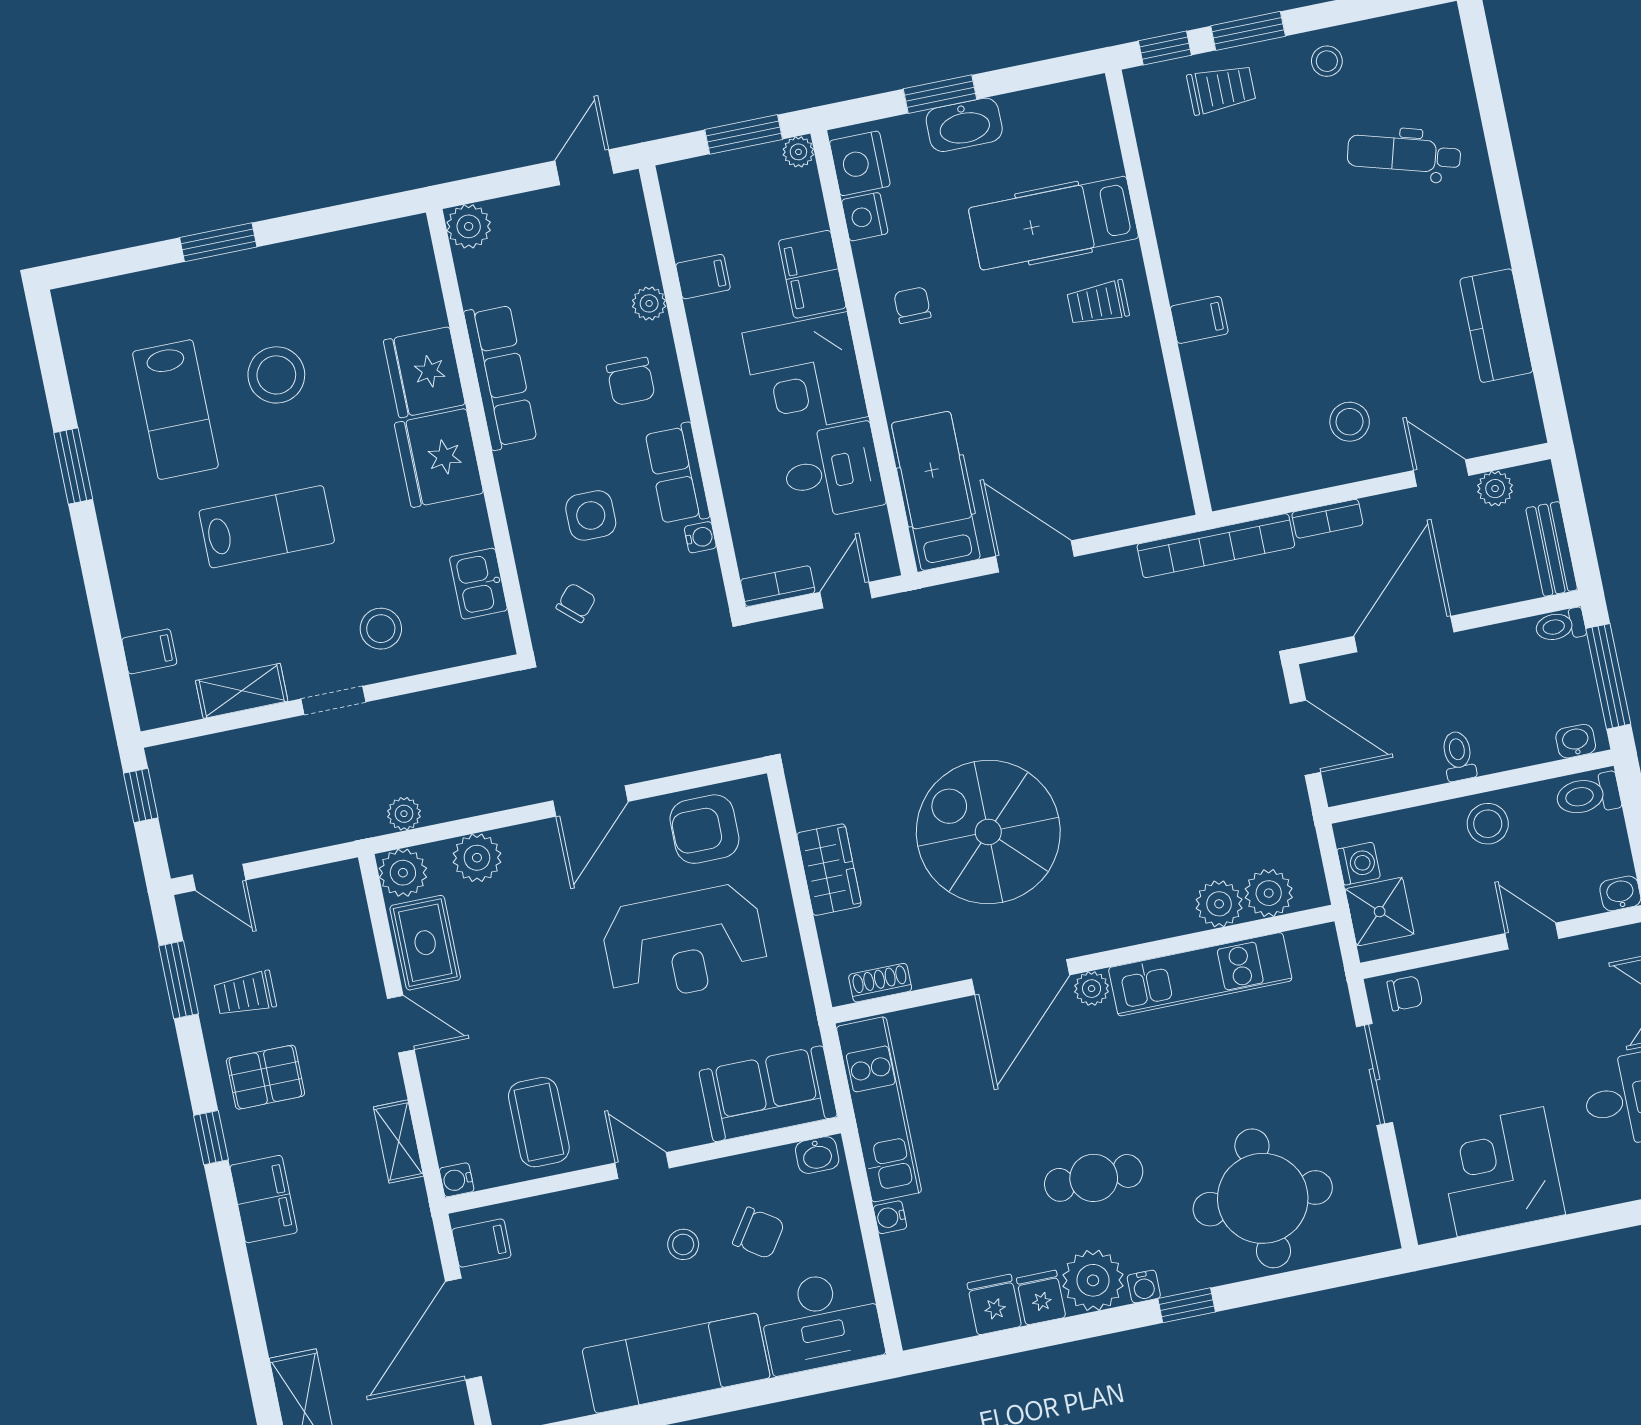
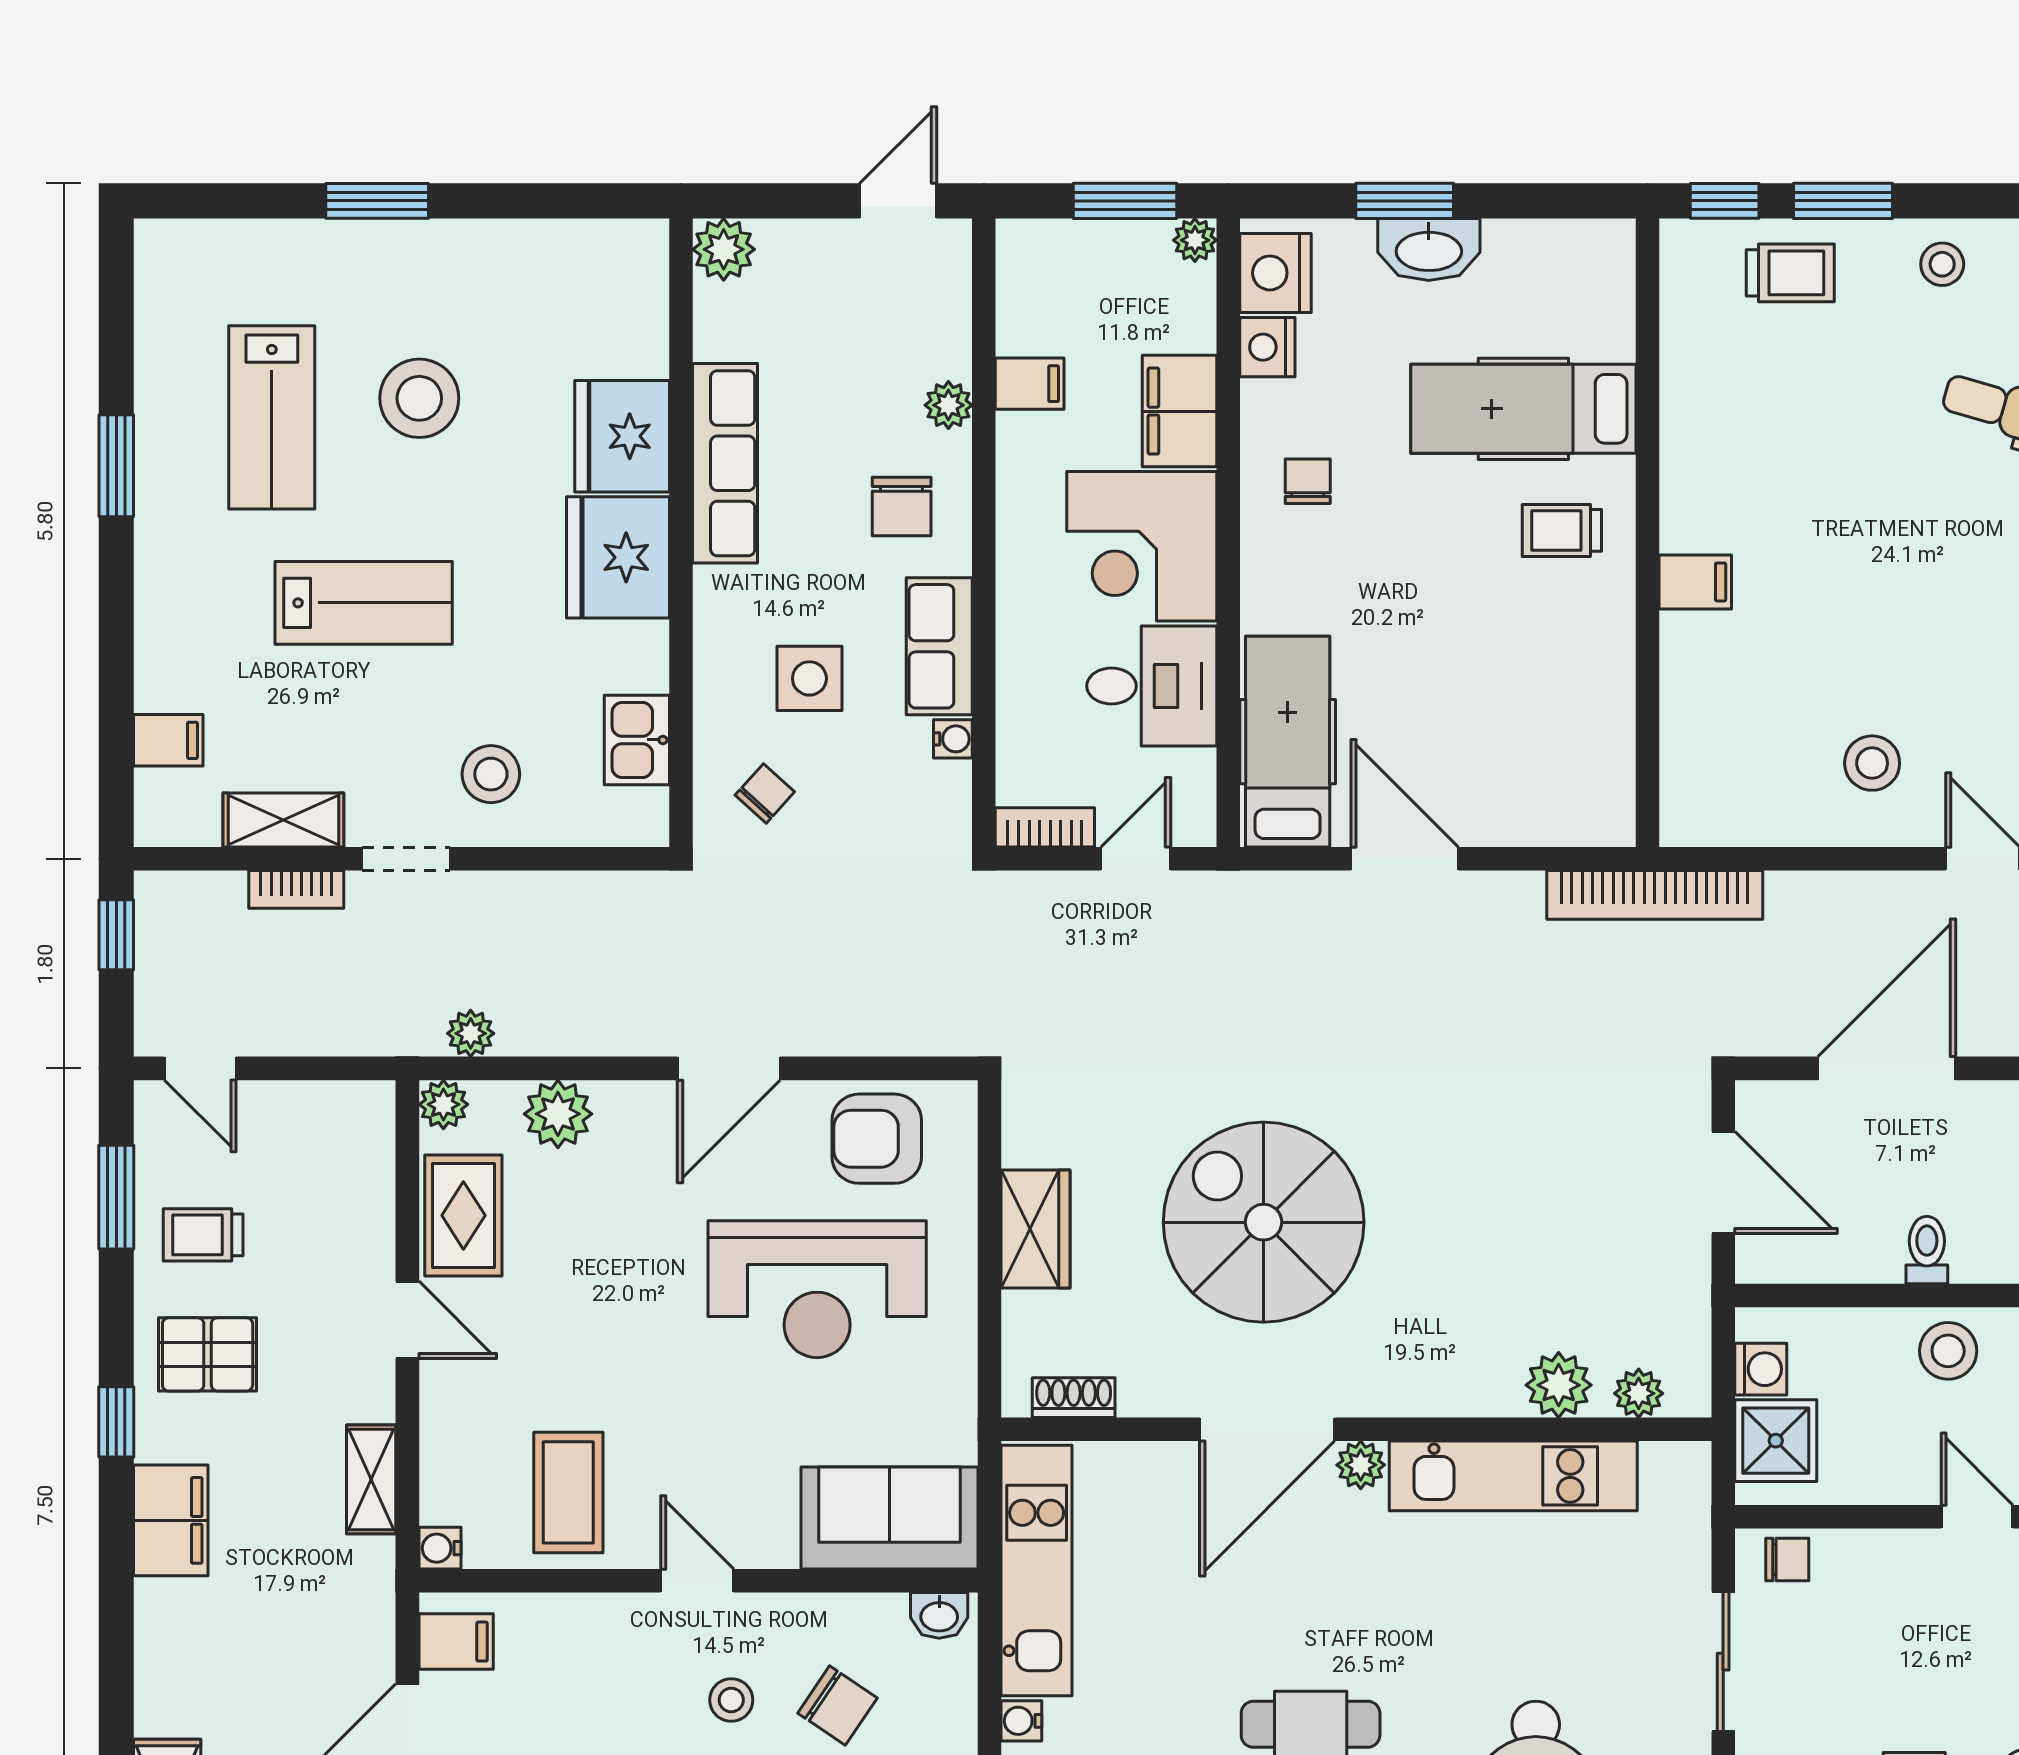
bookcase: (1327, 519) -> (296, 889), moved
plant: (403, 873) -> (443, 1104), width x0.73, depth x0.73
plant: (1269, 893) -> (1639, 1393), width x0.73, depth x0.73

